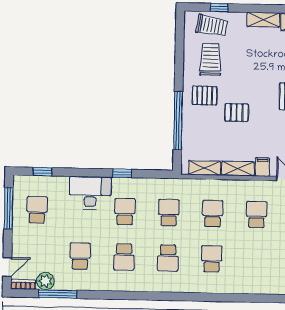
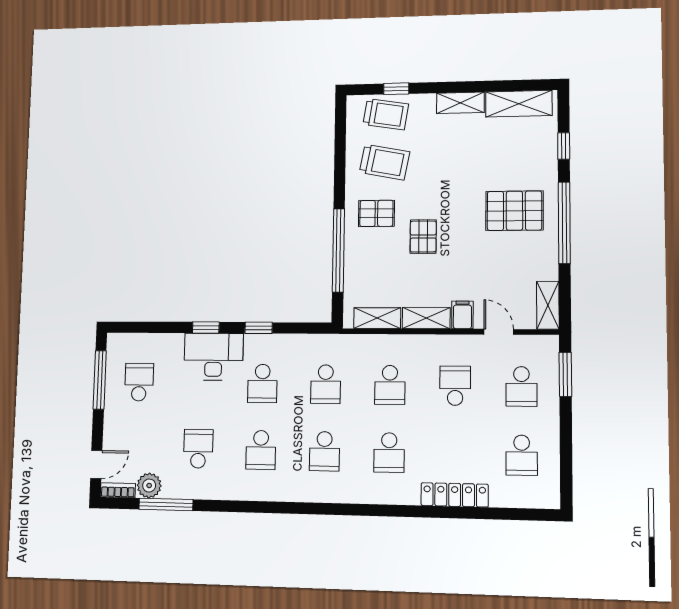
trolley: (211, 60) -> (384, 162), turned 101
pallet: (237, 113) -> (423, 237), turned 90
window: (42, 172) -> (206, 328), moved
school desk: (125, 212) -> (262, 383), turned 180
school desk: (169, 213) -> (326, 384), turned 180
school desk: (213, 214) -> (390, 385), turned 180
school desk: (212, 259) -> (389, 453), turned 180
locker: (255, 287) -> (455, 495), added

